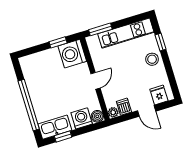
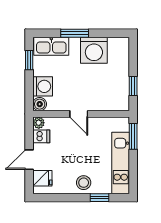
washing machine: (72, 54) -> (94, 50), moved, turned 180
window: (29, 105) -> (75, 33), width x0.47
kitchen sink: (55, 127) -> (51, 46), moved, turned 90

